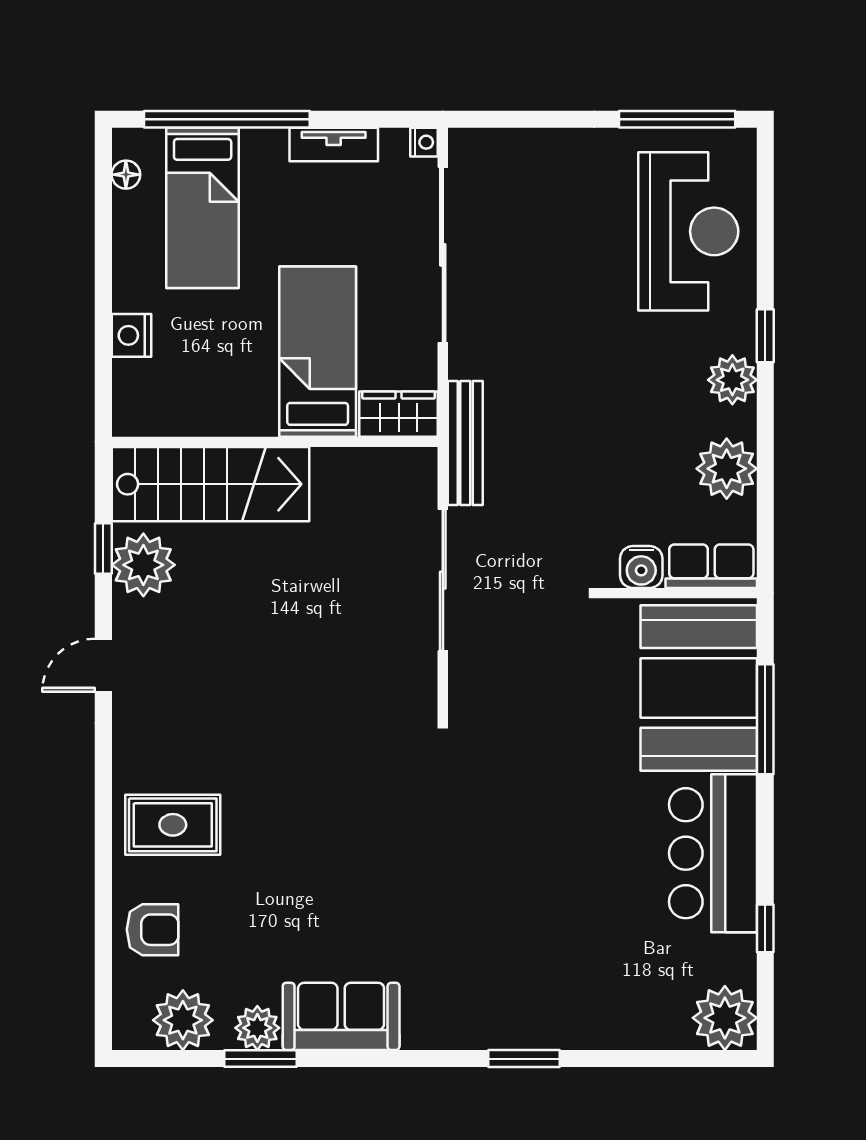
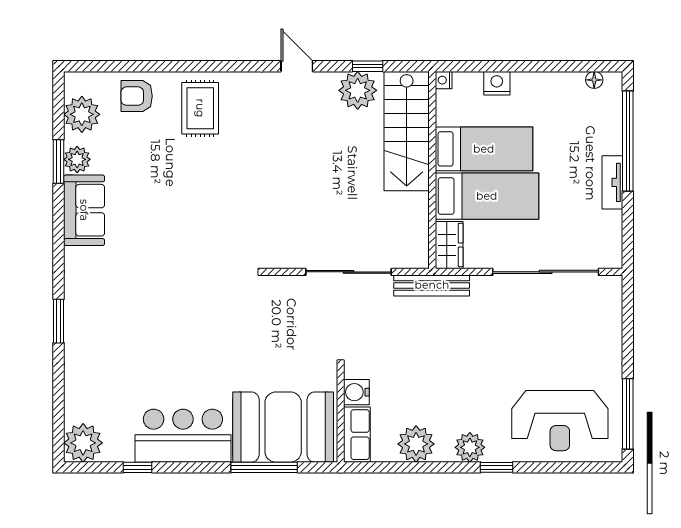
nightstand: (424, 142) -> (444, 80), moved, turned 90
tv unit: (334, 145) -> (612, 182), moved
bed: (203, 208) -> (484, 149), moved, turned 180
armchair: (153, 930) -> (137, 96), turned 90

